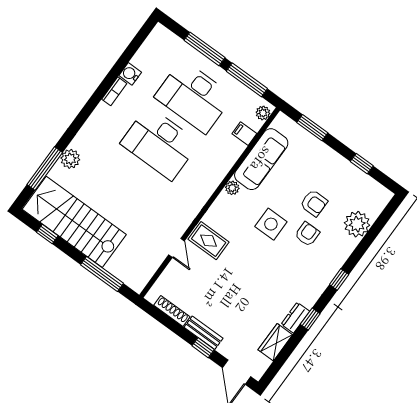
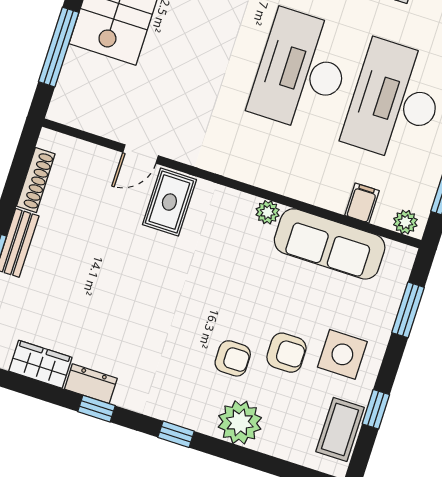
coffee table: (366, 187) -> (340, 429), added
armchair: (314, 203) -> (286, 353), turned -90
side table: (271, 224) -> (342, 354), moved
plant: (357, 224) -> (240, 422), moved

